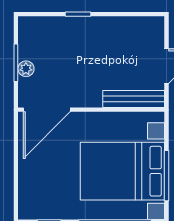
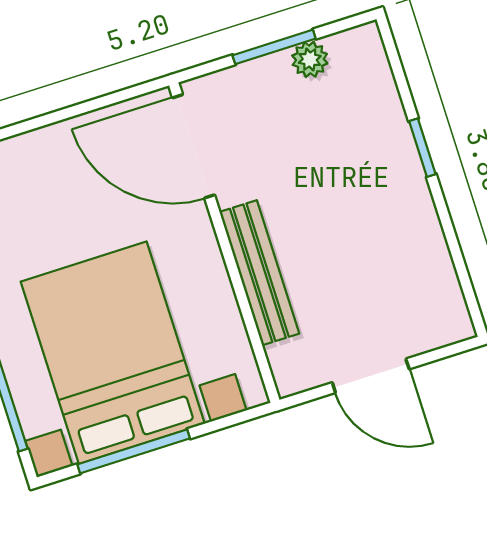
plant: (26, 69) -> (310, 59), moved
bench: (134, 99) -> (259, 273), moved

